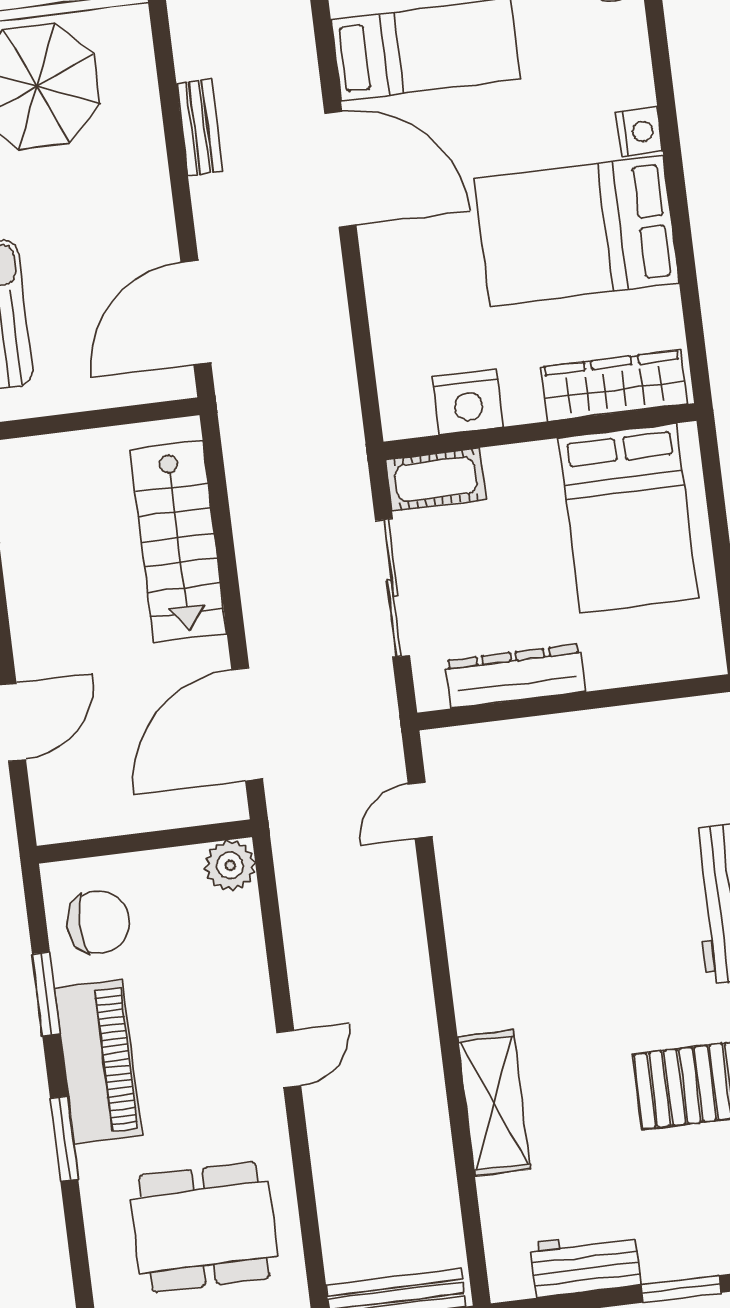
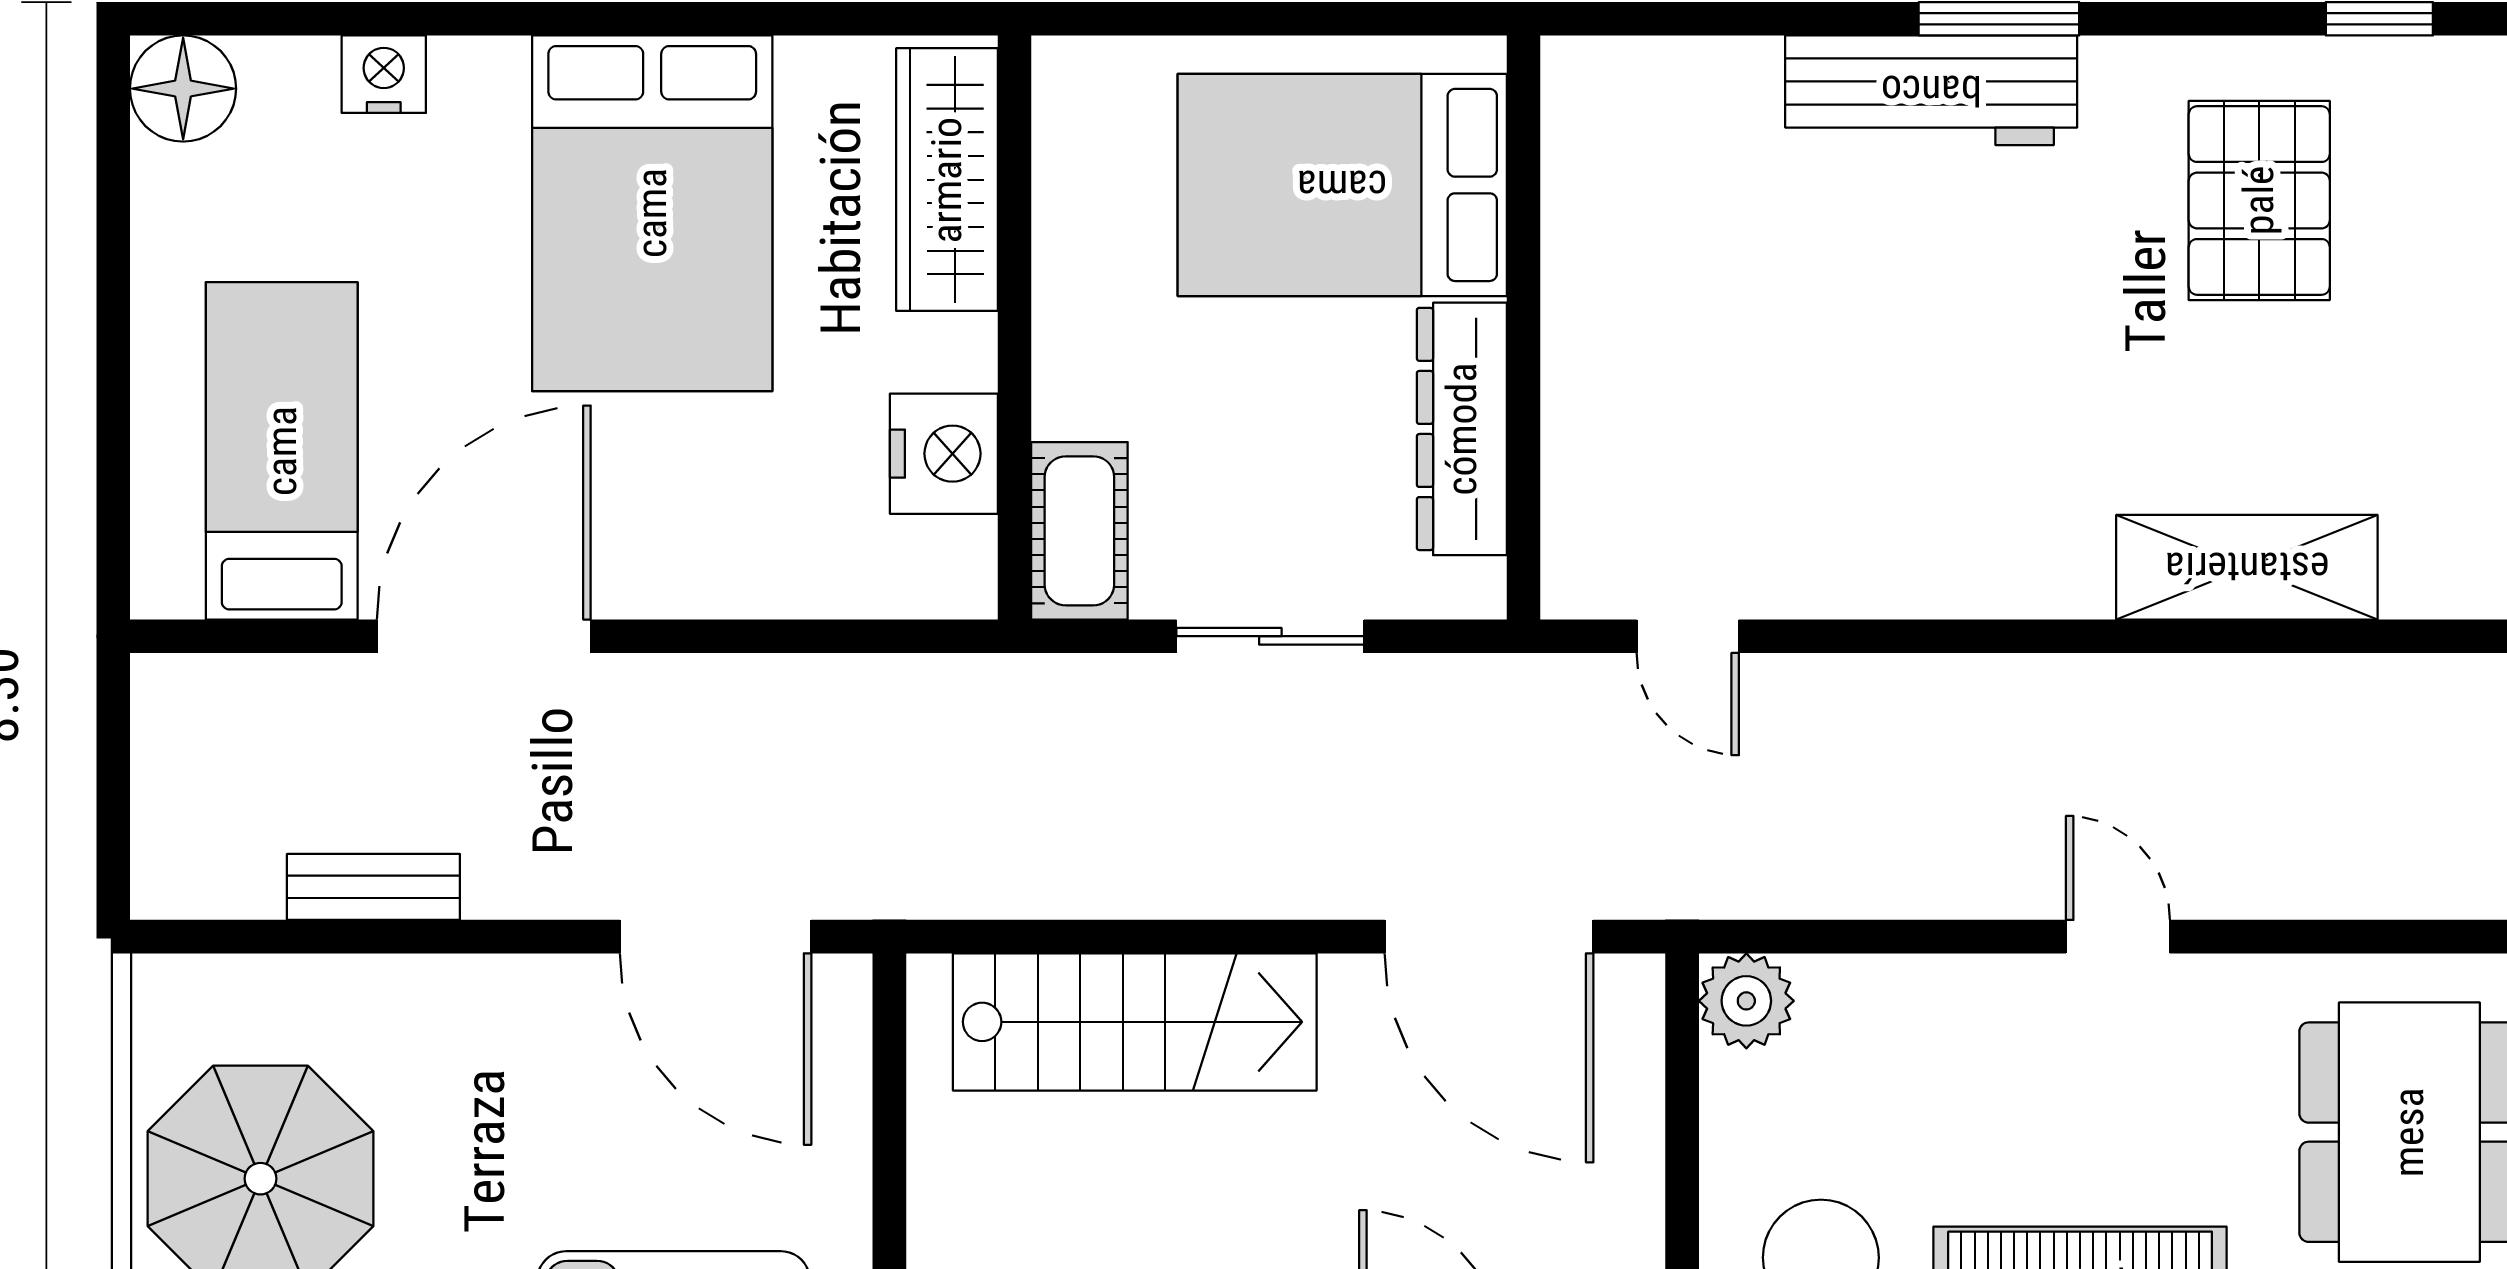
nightstand: (640, 132) -> (384, 74), moved
bed: (628, 518) -> (1342, 185), moved, turned 180
sliding door: (393, 588) -> (1270, 636), width x0.73

